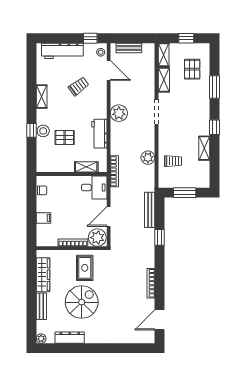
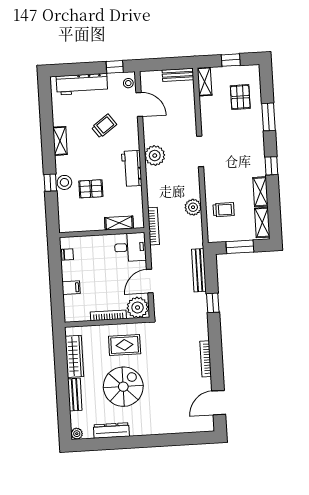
bench: (129, 48) -> (178, 75), moved
shelving: (164, 80) -> (262, 223), moved
workbench: (99, 134) -> (132, 168), moved
rug: (85, 268) -> (125, 345), turned 90

